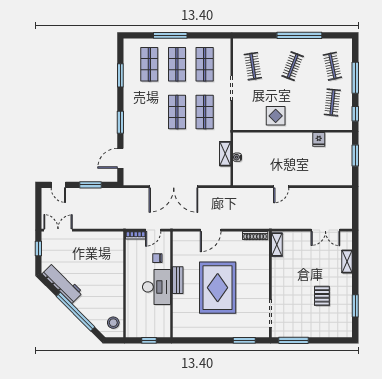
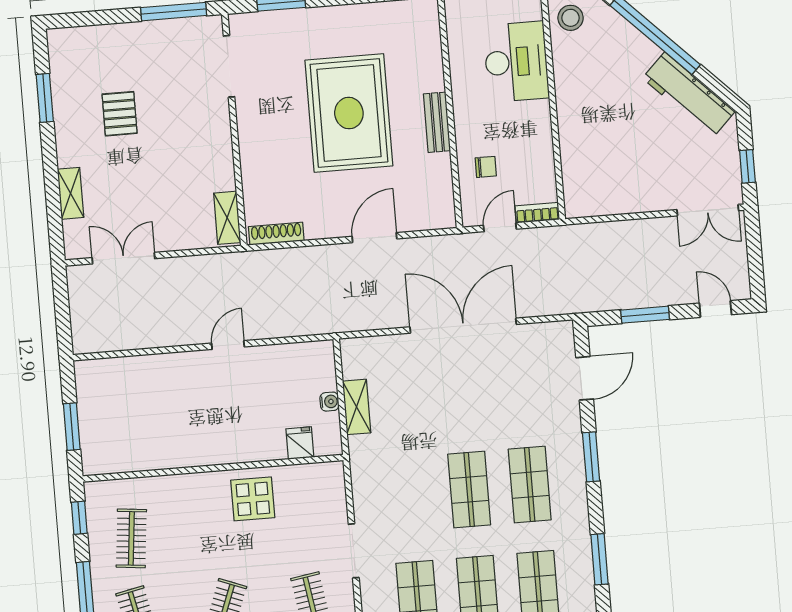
shop shelf: (205, 112) -> (530, 485), moved
fridge: (319, 139) -> (300, 443), moved
desk: (156, 287) -> (516, 62), moved, turned 180

